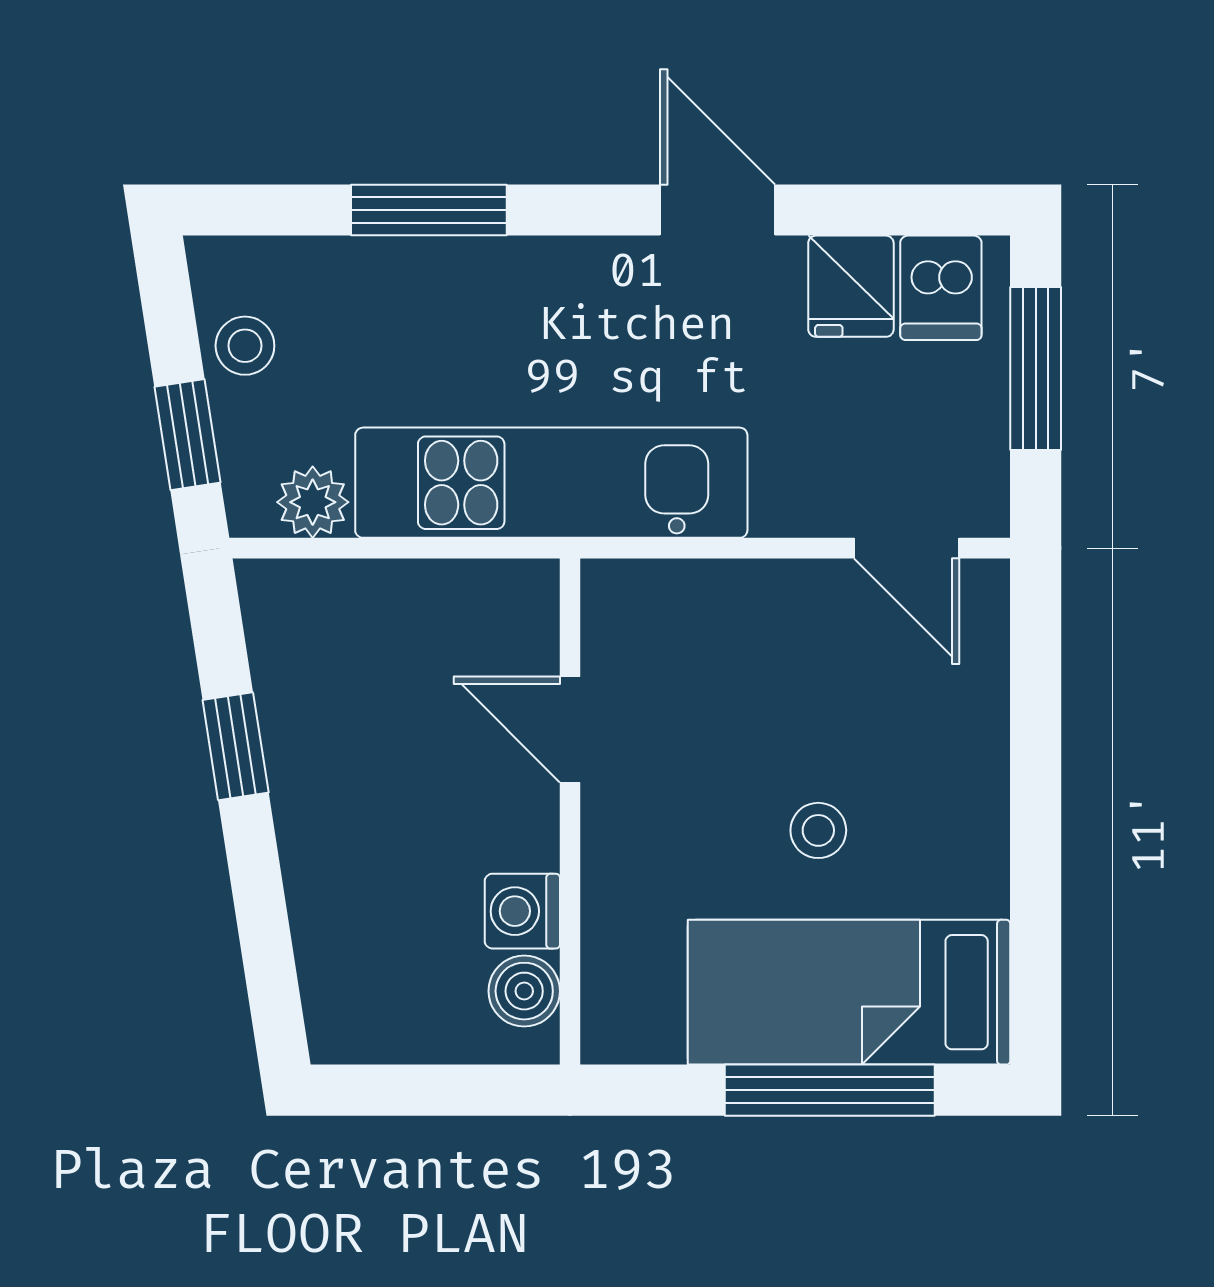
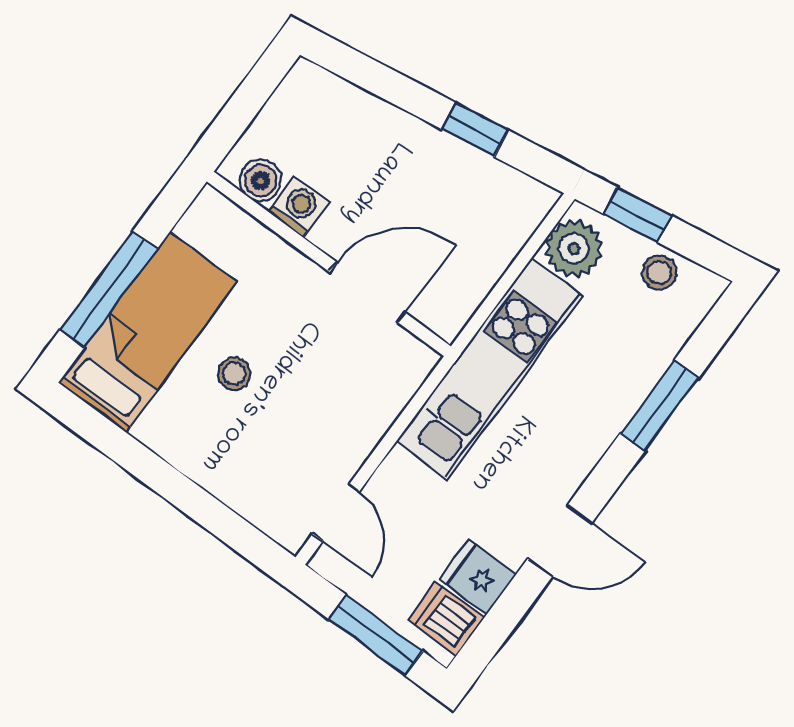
plant: (313, 502) -> (574, 249), width x1.38, depth x1.38
door: (907, 548) -> (336, 513), swing flipped
door: (570, 730) -> (367, 292), width x1.38

